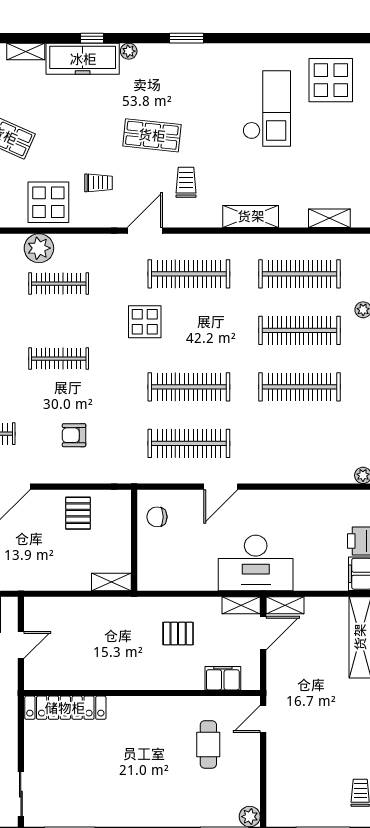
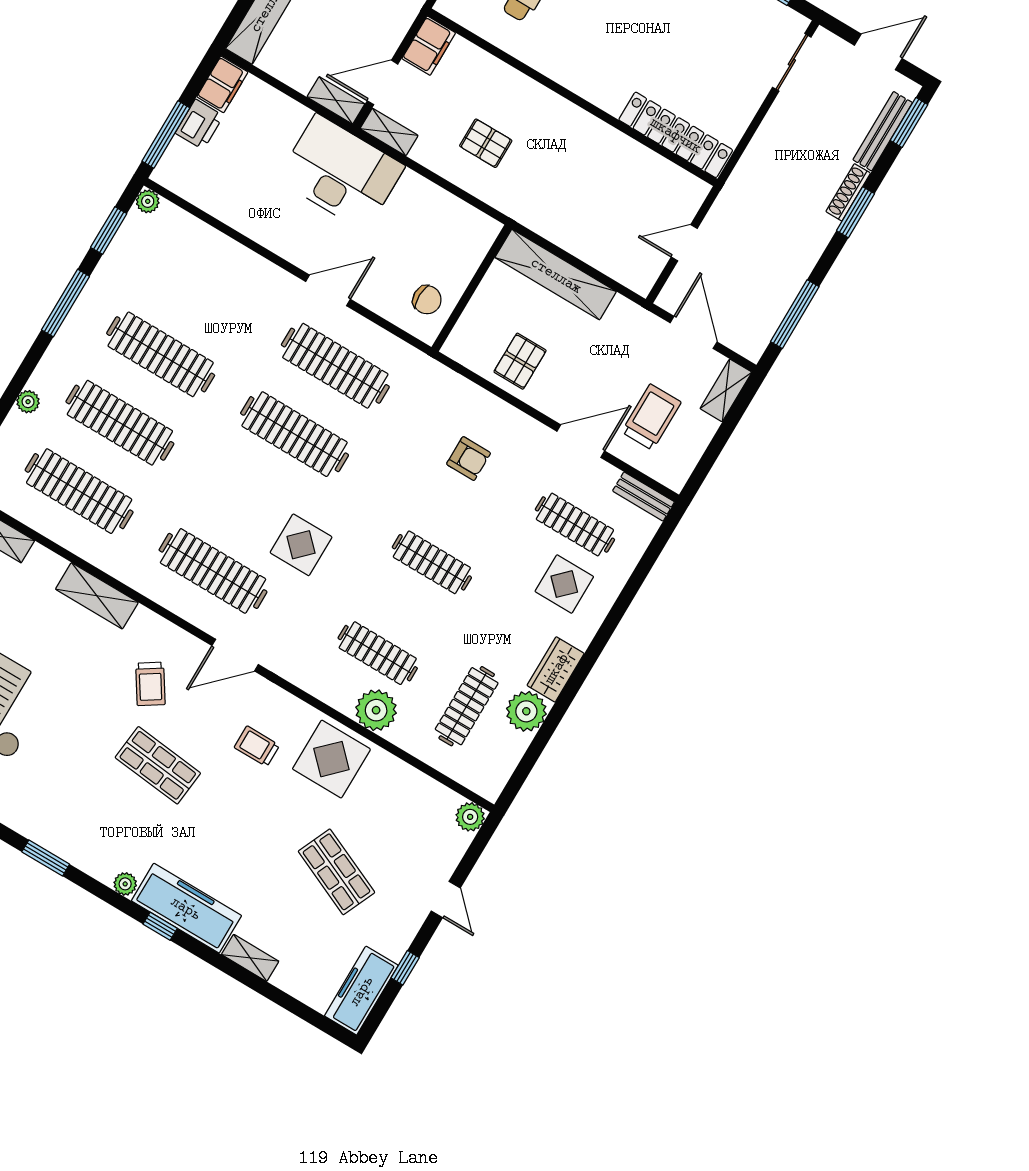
trolley: (186, 182) -> (150, 684), turned -33
shelving: (111, 582) -> (556, 275), width x2.20, depth x1.33
filing cabinet: (223, 678) -> (429, 46), moved, turned -90

